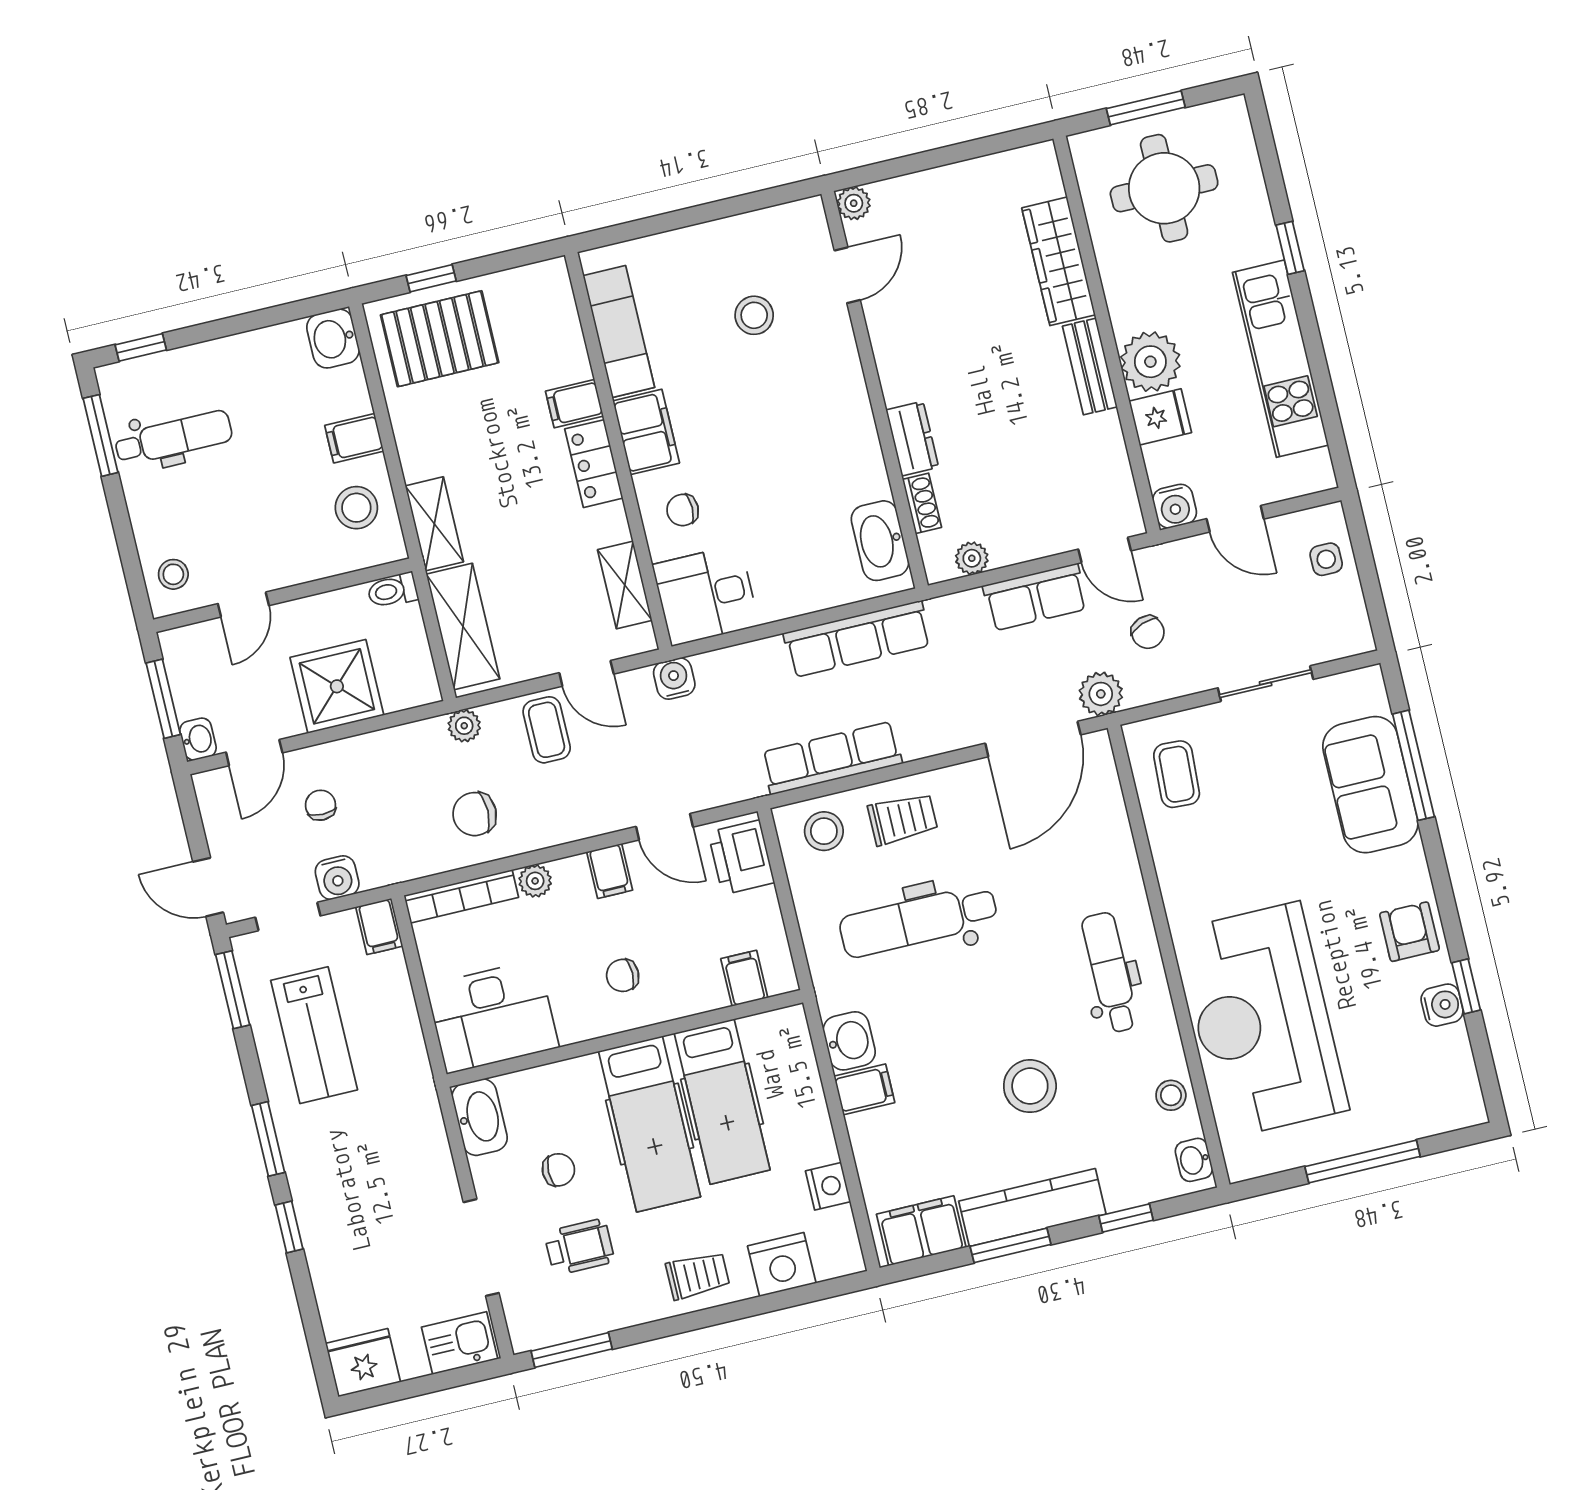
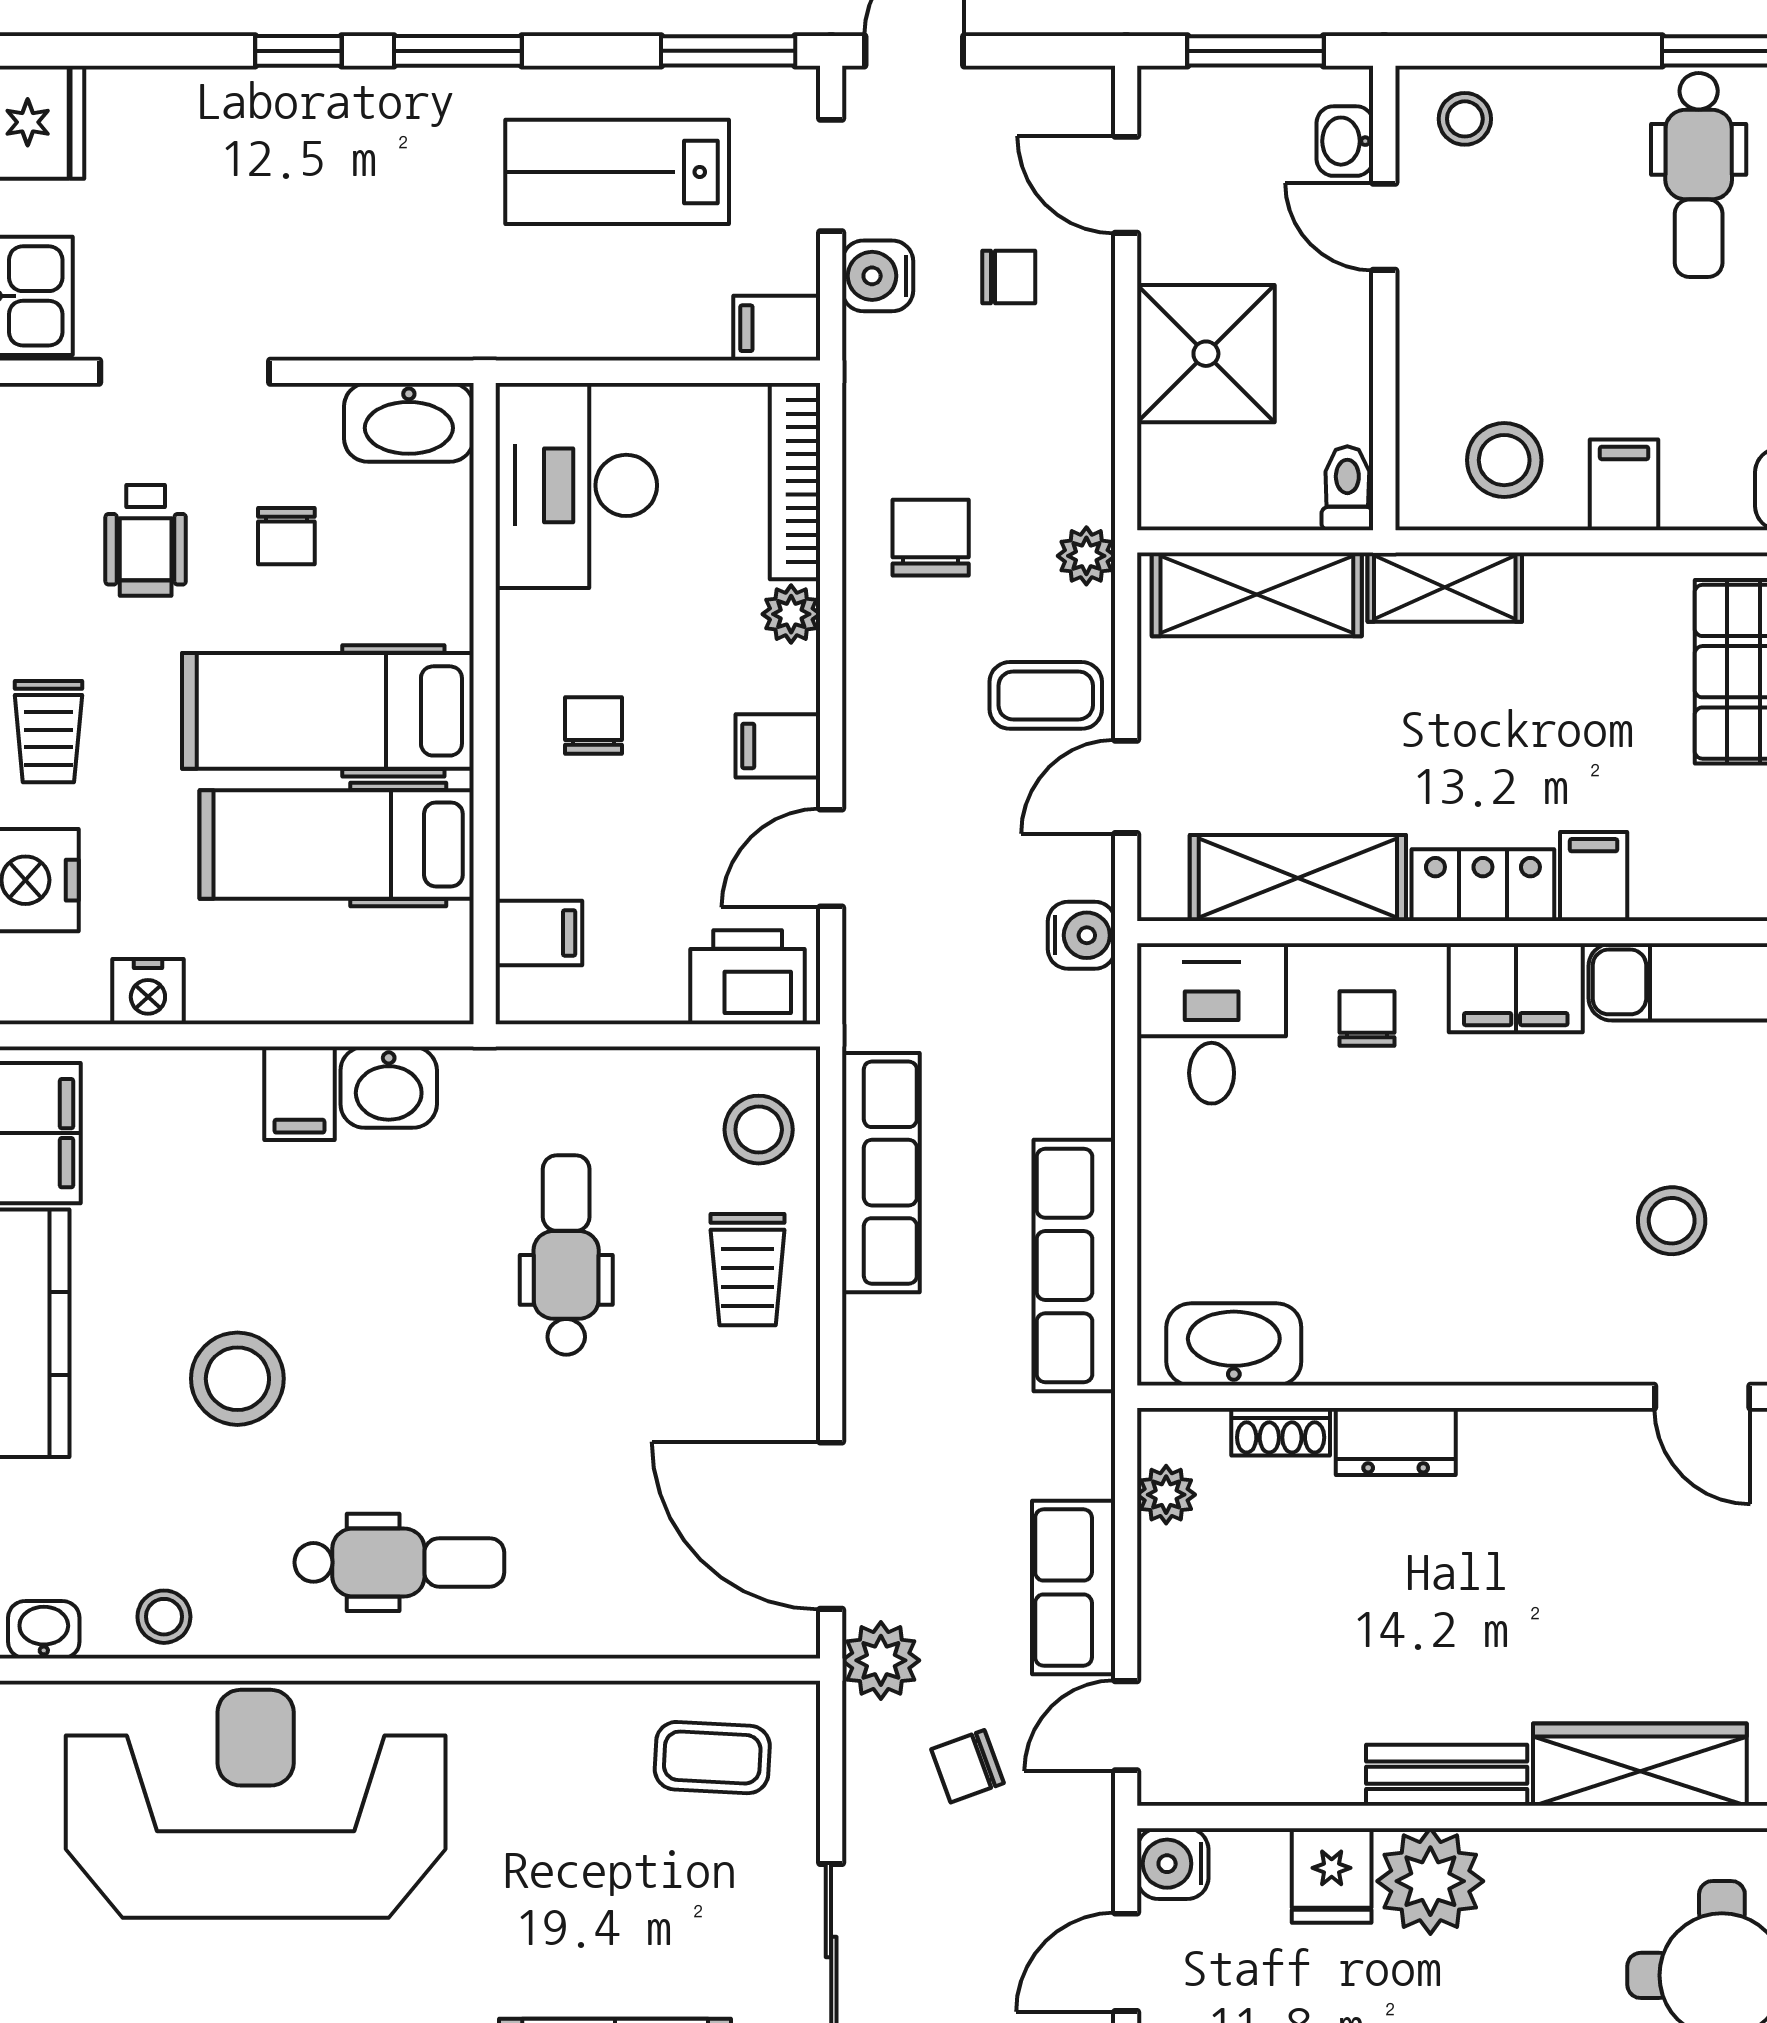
shelving: (625, 585) -> (1298, 878), width x1.50, depth x1.33
washbasin: (198, 739) -> (1345, 141), moved, turned 90
dental chair: (918, 921) -> (566, 1255), width x0.73, depth x0.72

